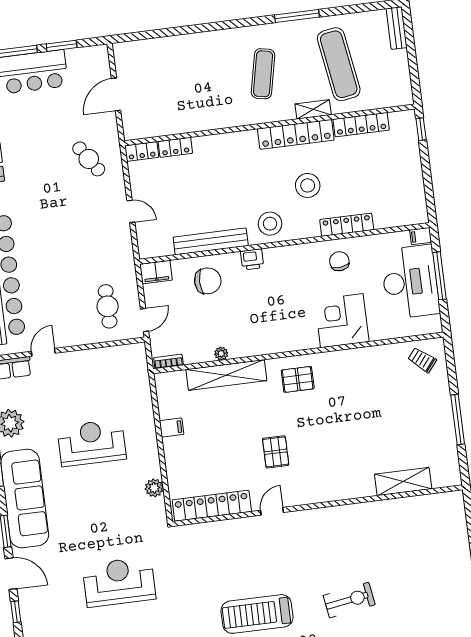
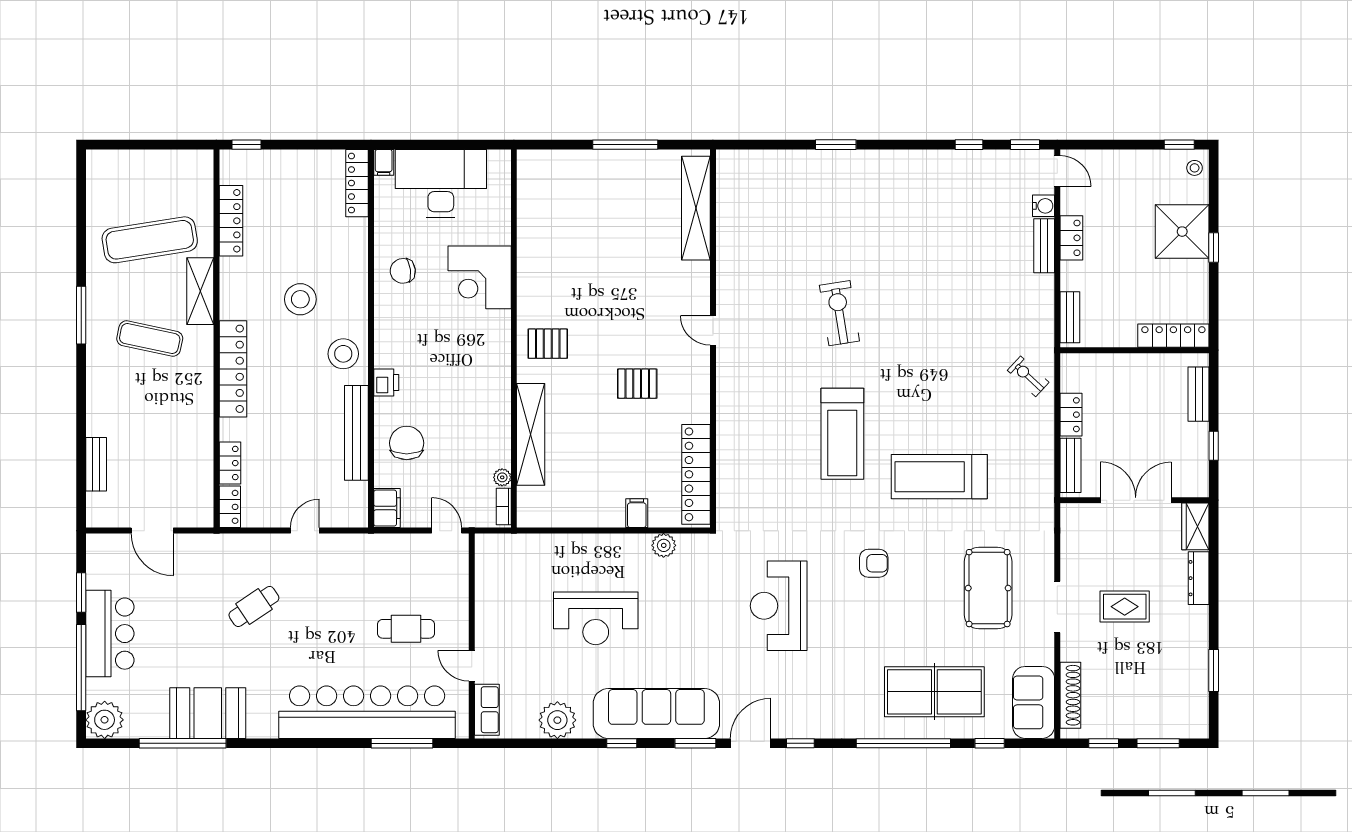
window: (297, 16) -> (81, 315), moved
bench: (397, 28) -> (96, 464), moved, turned 90
shelving: (313, 109) -> (200, 291), width x1.50, depth x1.33
locker: (296, 134) -> (233, 369), moved
cafe table: (89, 159) -> (254, 607), moved
locker: (347, 225) -> (357, 183), moved
window: (440, 276) -> (438, 145), removed
cafe table: (108, 306) -> (406, 629), moved
plant: (221, 354) -> (502, 477), moved
trolley: (422, 360) -> (543, 181), removed
pallet: (298, 379) -> (548, 344), turned 90
filing cabinet: (172, 428) -> (637, 513), moved
reception desk: (92, 443) -> (596, 618), turned -90
shelving: (403, 482) -> (696, 208), width x1.47
door: (272, 511) -> (713, 330), moved

